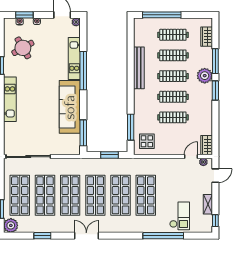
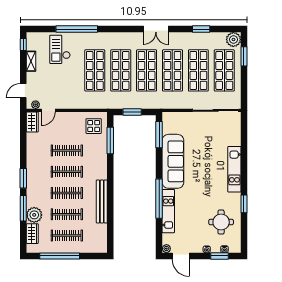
window: (162, 15) -> (60, 256), moved
round table: (23, 48) -> (221, 222), turned 30
plant: (205, 76) -> (34, 215), moved

